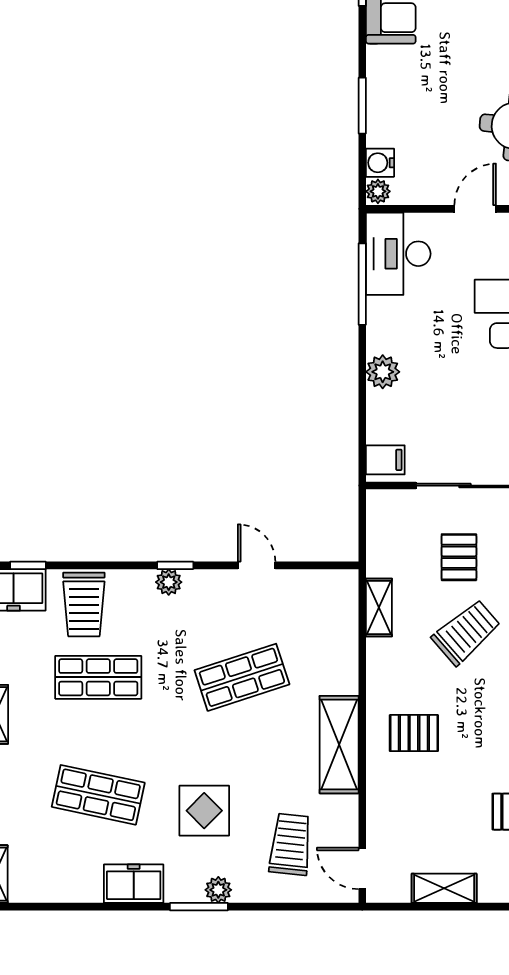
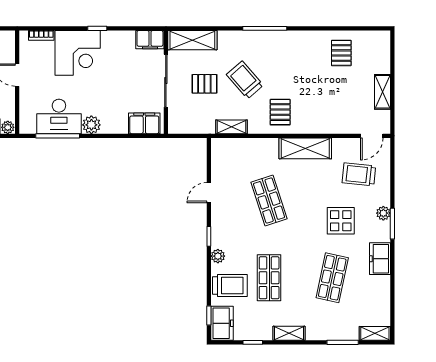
desk: (398, 254) -> (59, 116), moved
plant: (383, 372) -> (91, 125), moved
filing cabinet: (385, 460) -> (144, 123), width x2.00
plant: (169, 582) -> (218, 256), moved
pallet: (414, 733) -> (280, 112), moved

